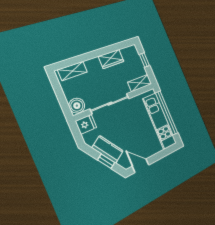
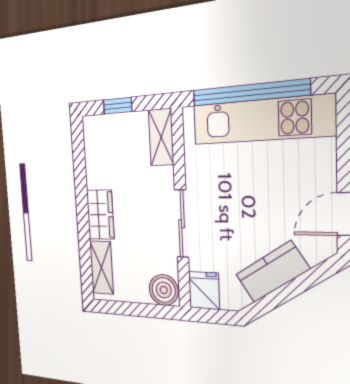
wardrobe: (111, 59) -> (100, 215), moved
sliding door: (110, 104) -> (182, 224), width x0.73
window: (106, 161) -> (296, 287), removed

